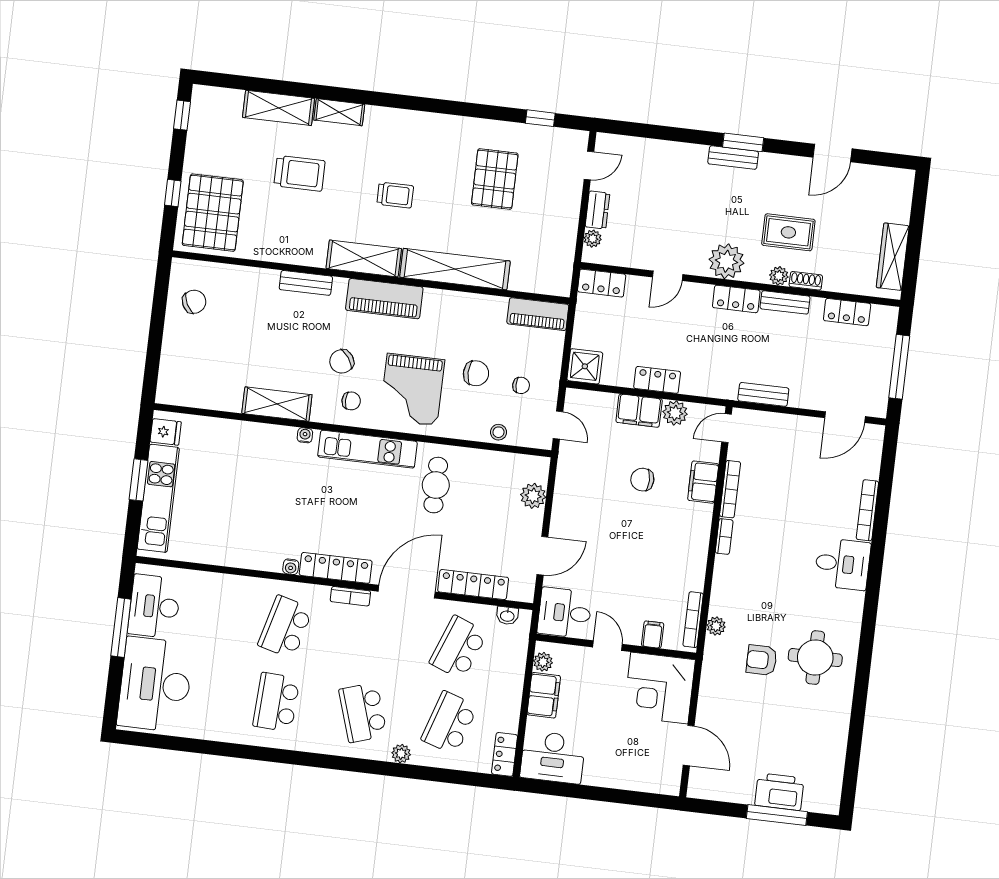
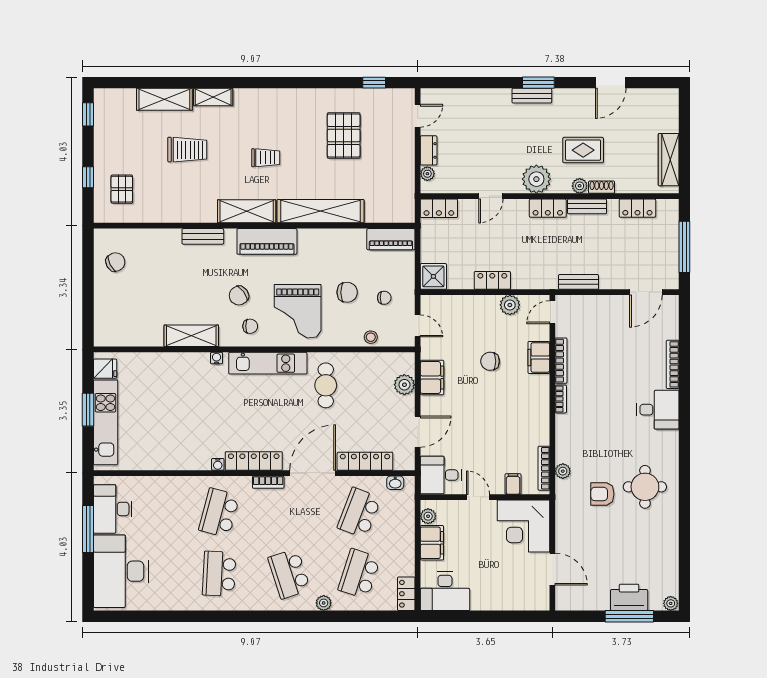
pallet: (213, 213) -> (122, 189), width x0.49, depth x0.50
filing cabinet: (639, 411) -> (432, 377), moved, turned -90
plant: (830, 805) -> (671, 603), added

